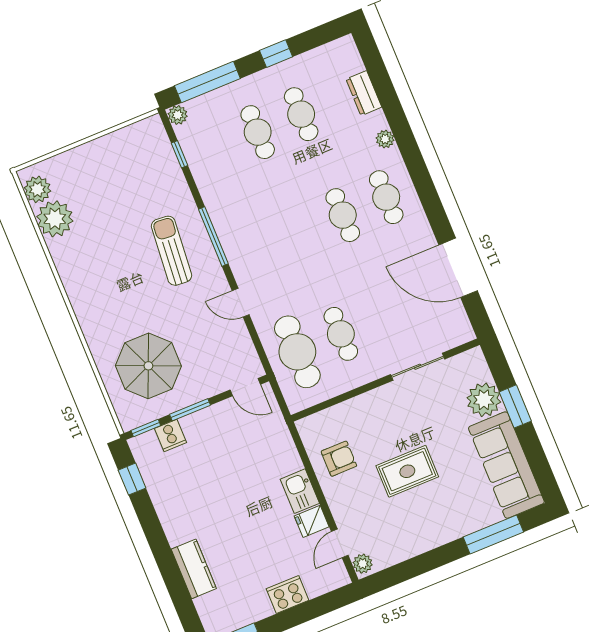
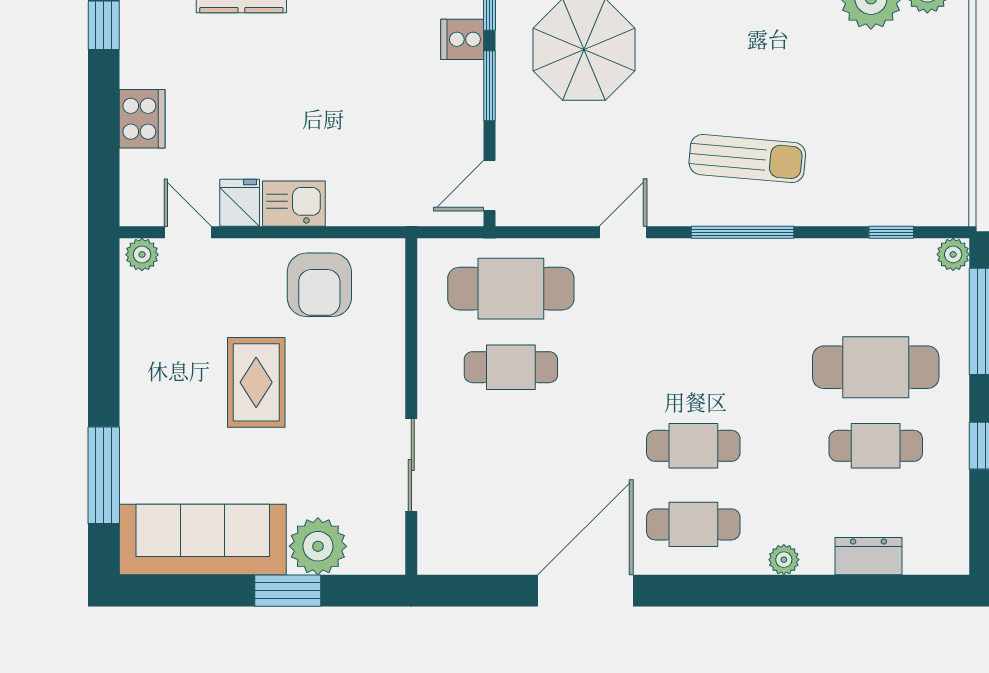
cafe table: (258, 132) -> (876, 367), width x1.37, depth x1.35
door: (458, 268) -> (585, 591), moved
armchair: (339, 459) -> (319, 285), width x1.38, depth x1.38

